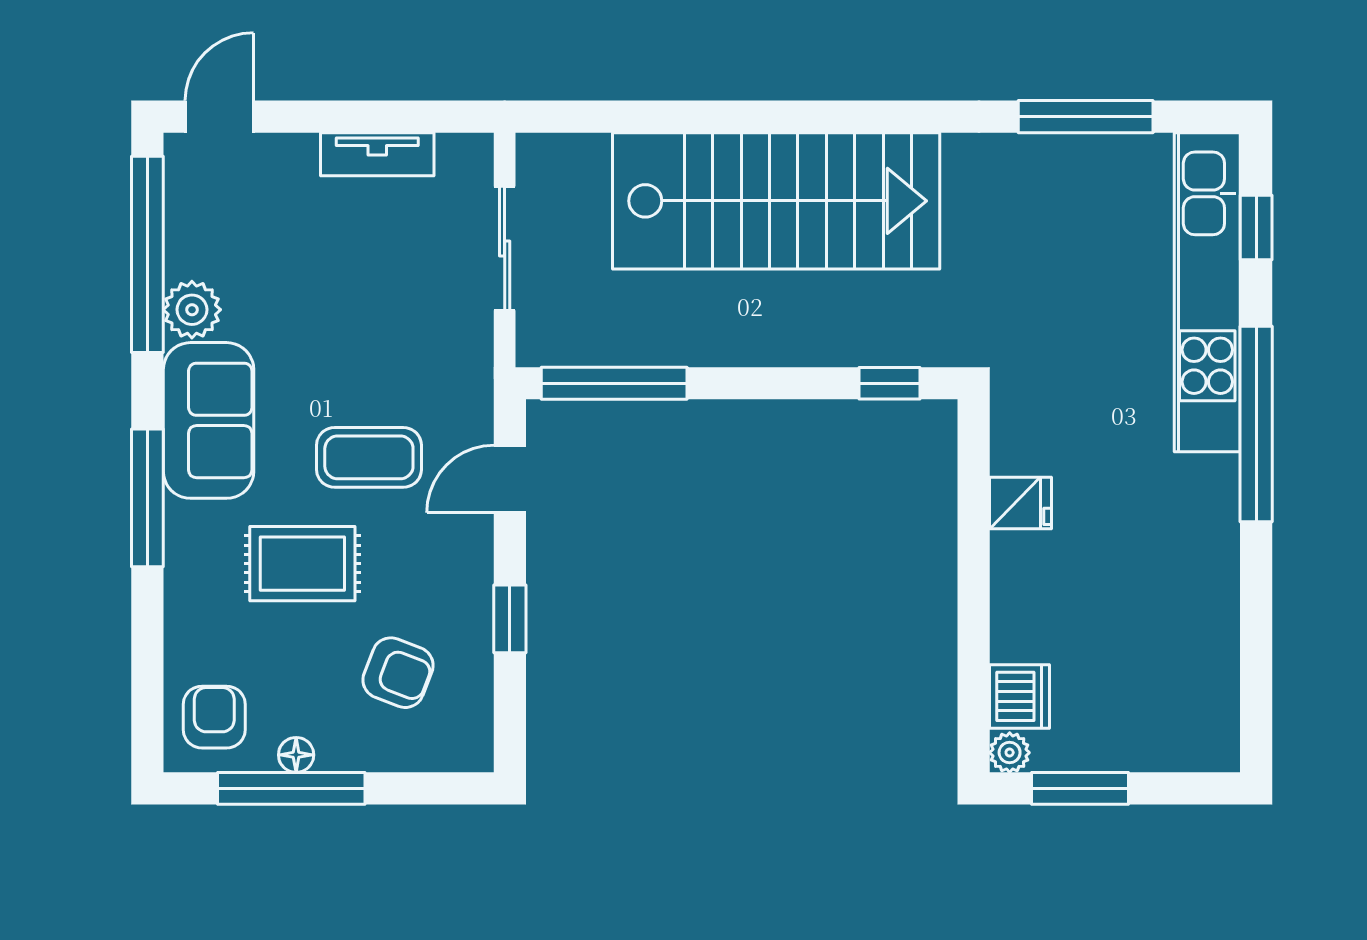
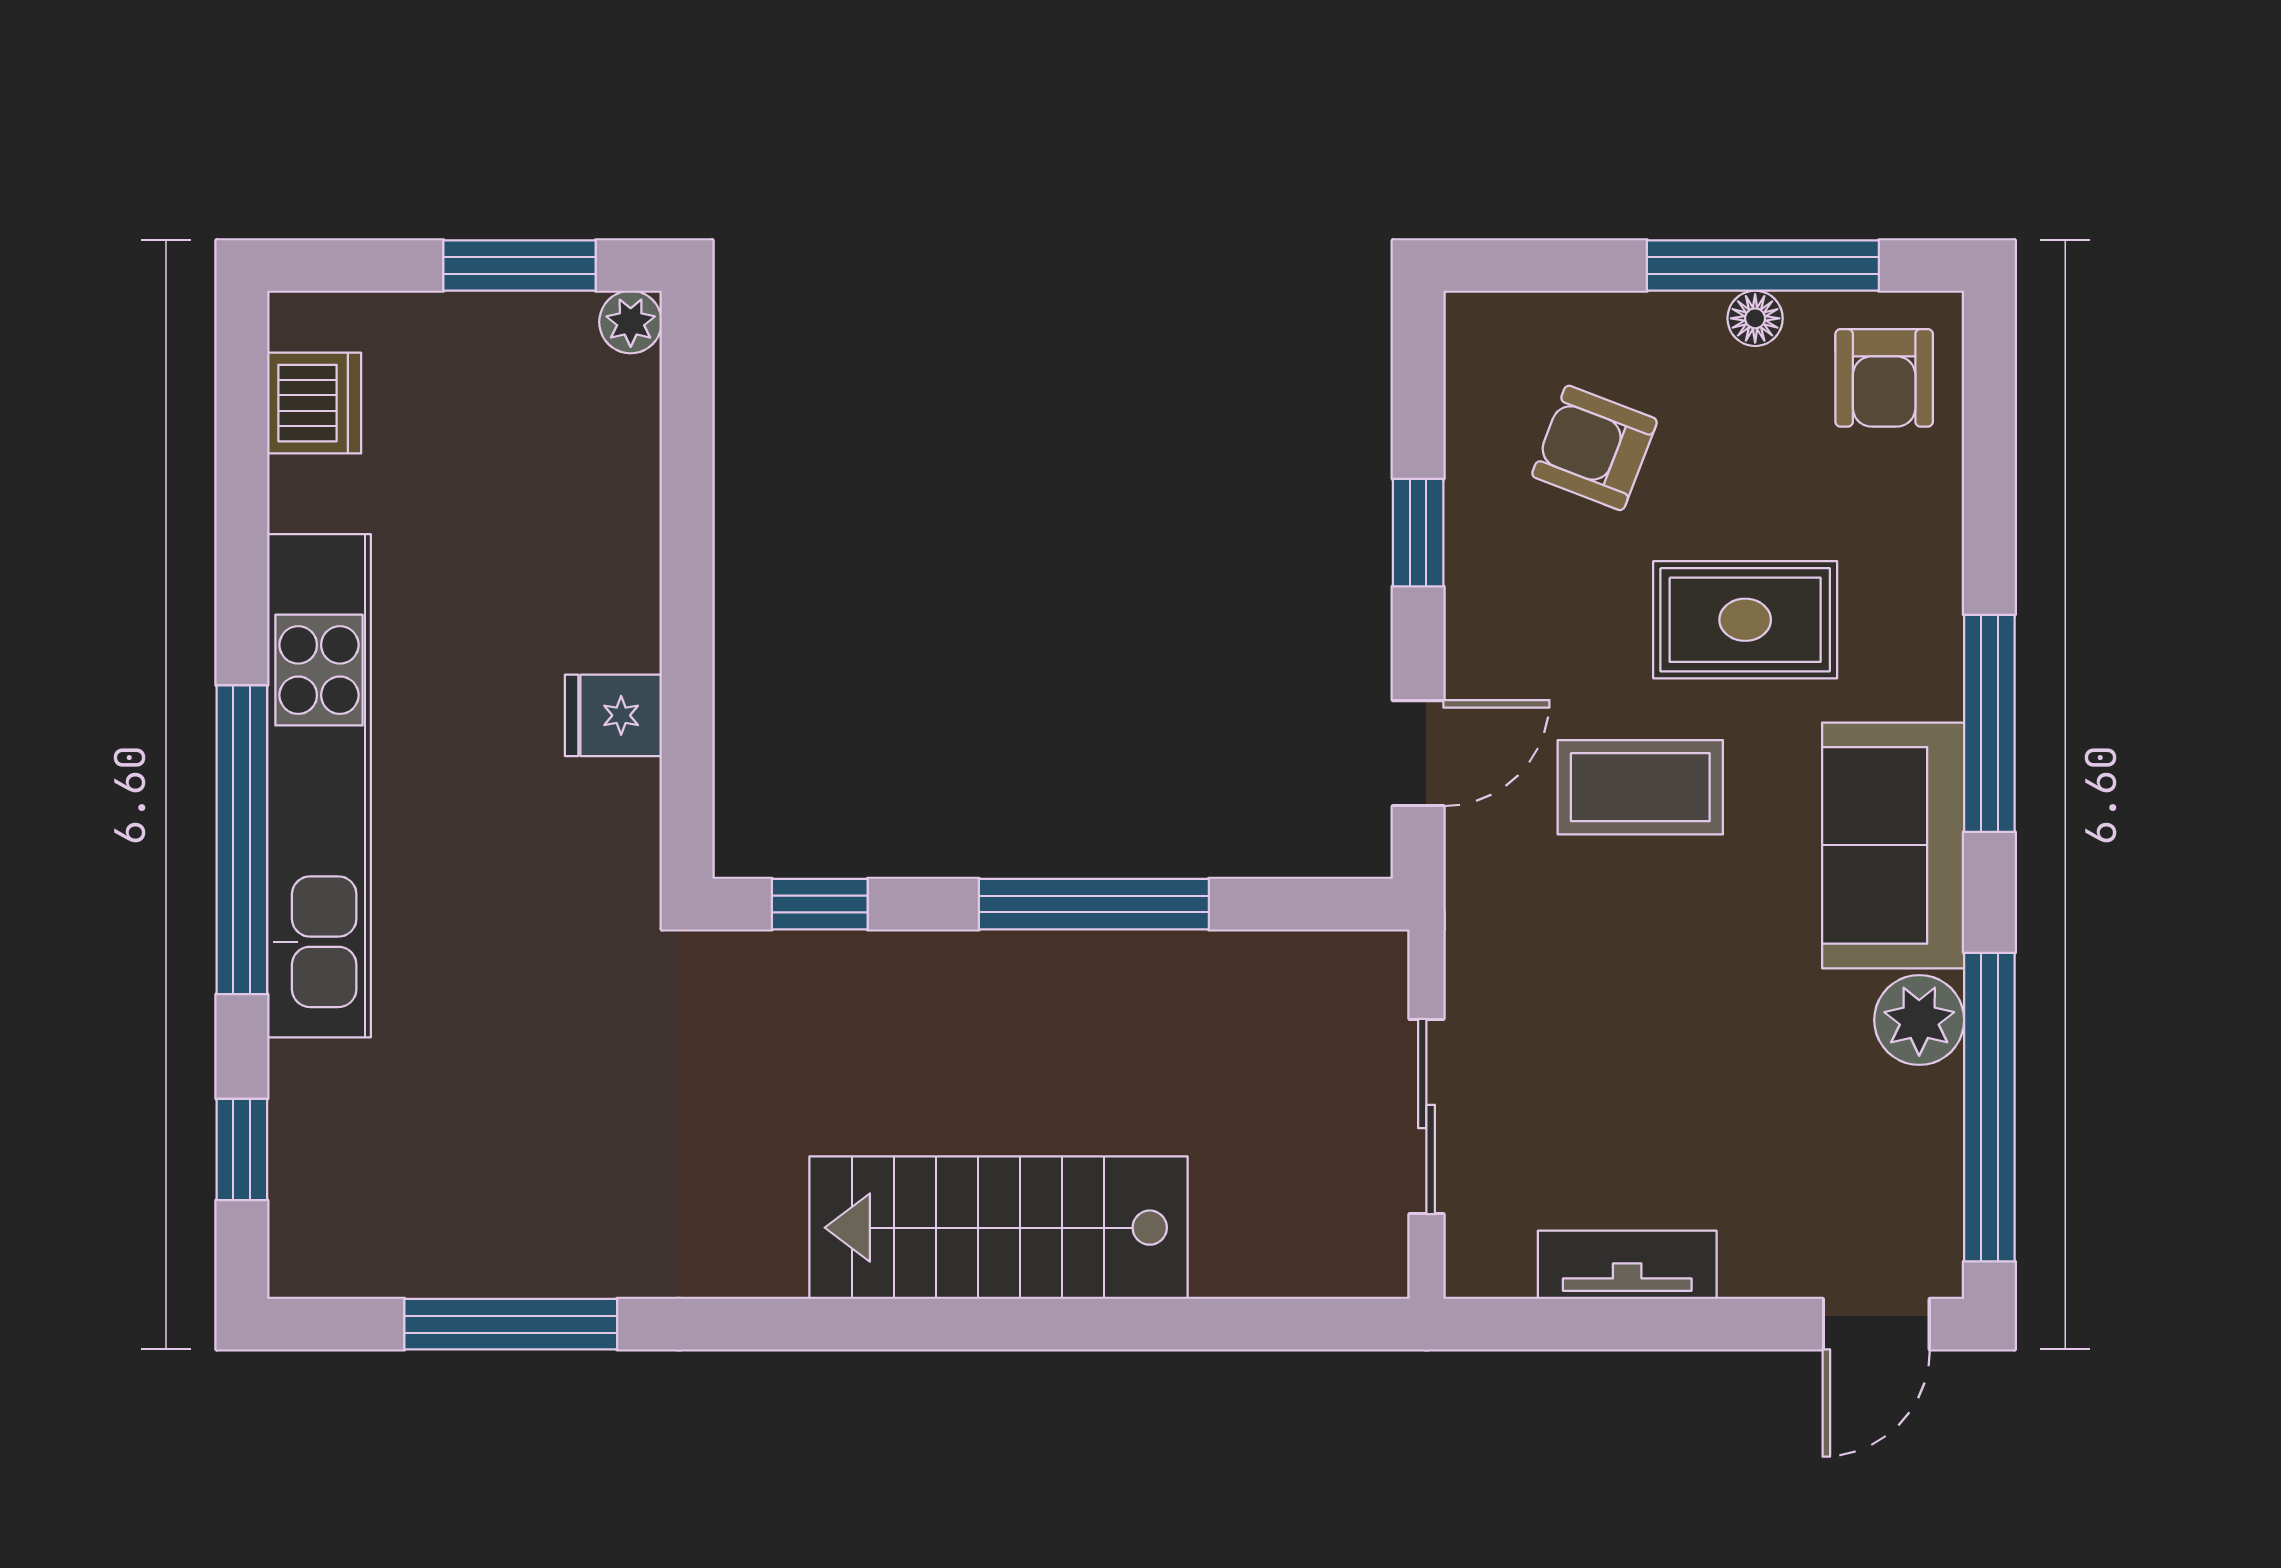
stairs: (776, 201) -> (998, 1228), width x0.73, depth x0.66
kitchen unit: (1207, 292) -> (319, 786), moved
window: (614, 383) -> (1094, 904), moved
dishwasher: (1020, 696) -> (314, 403), moved, turned 180

